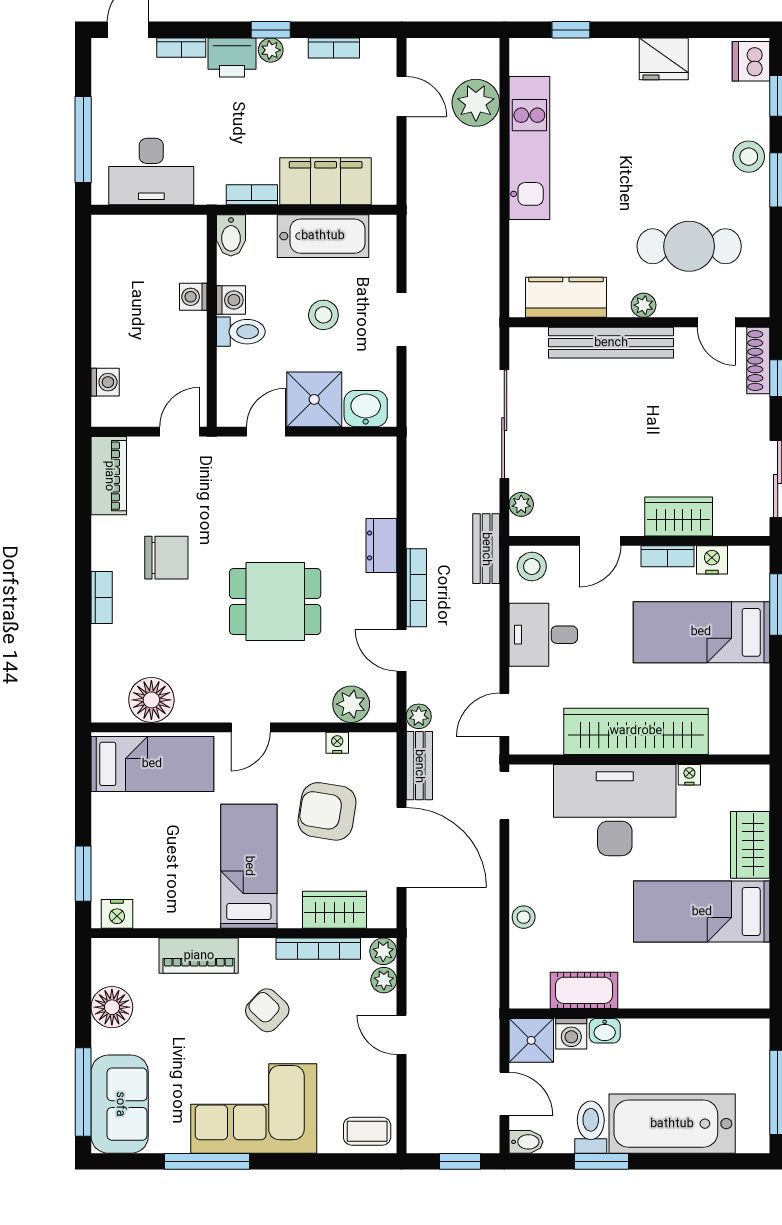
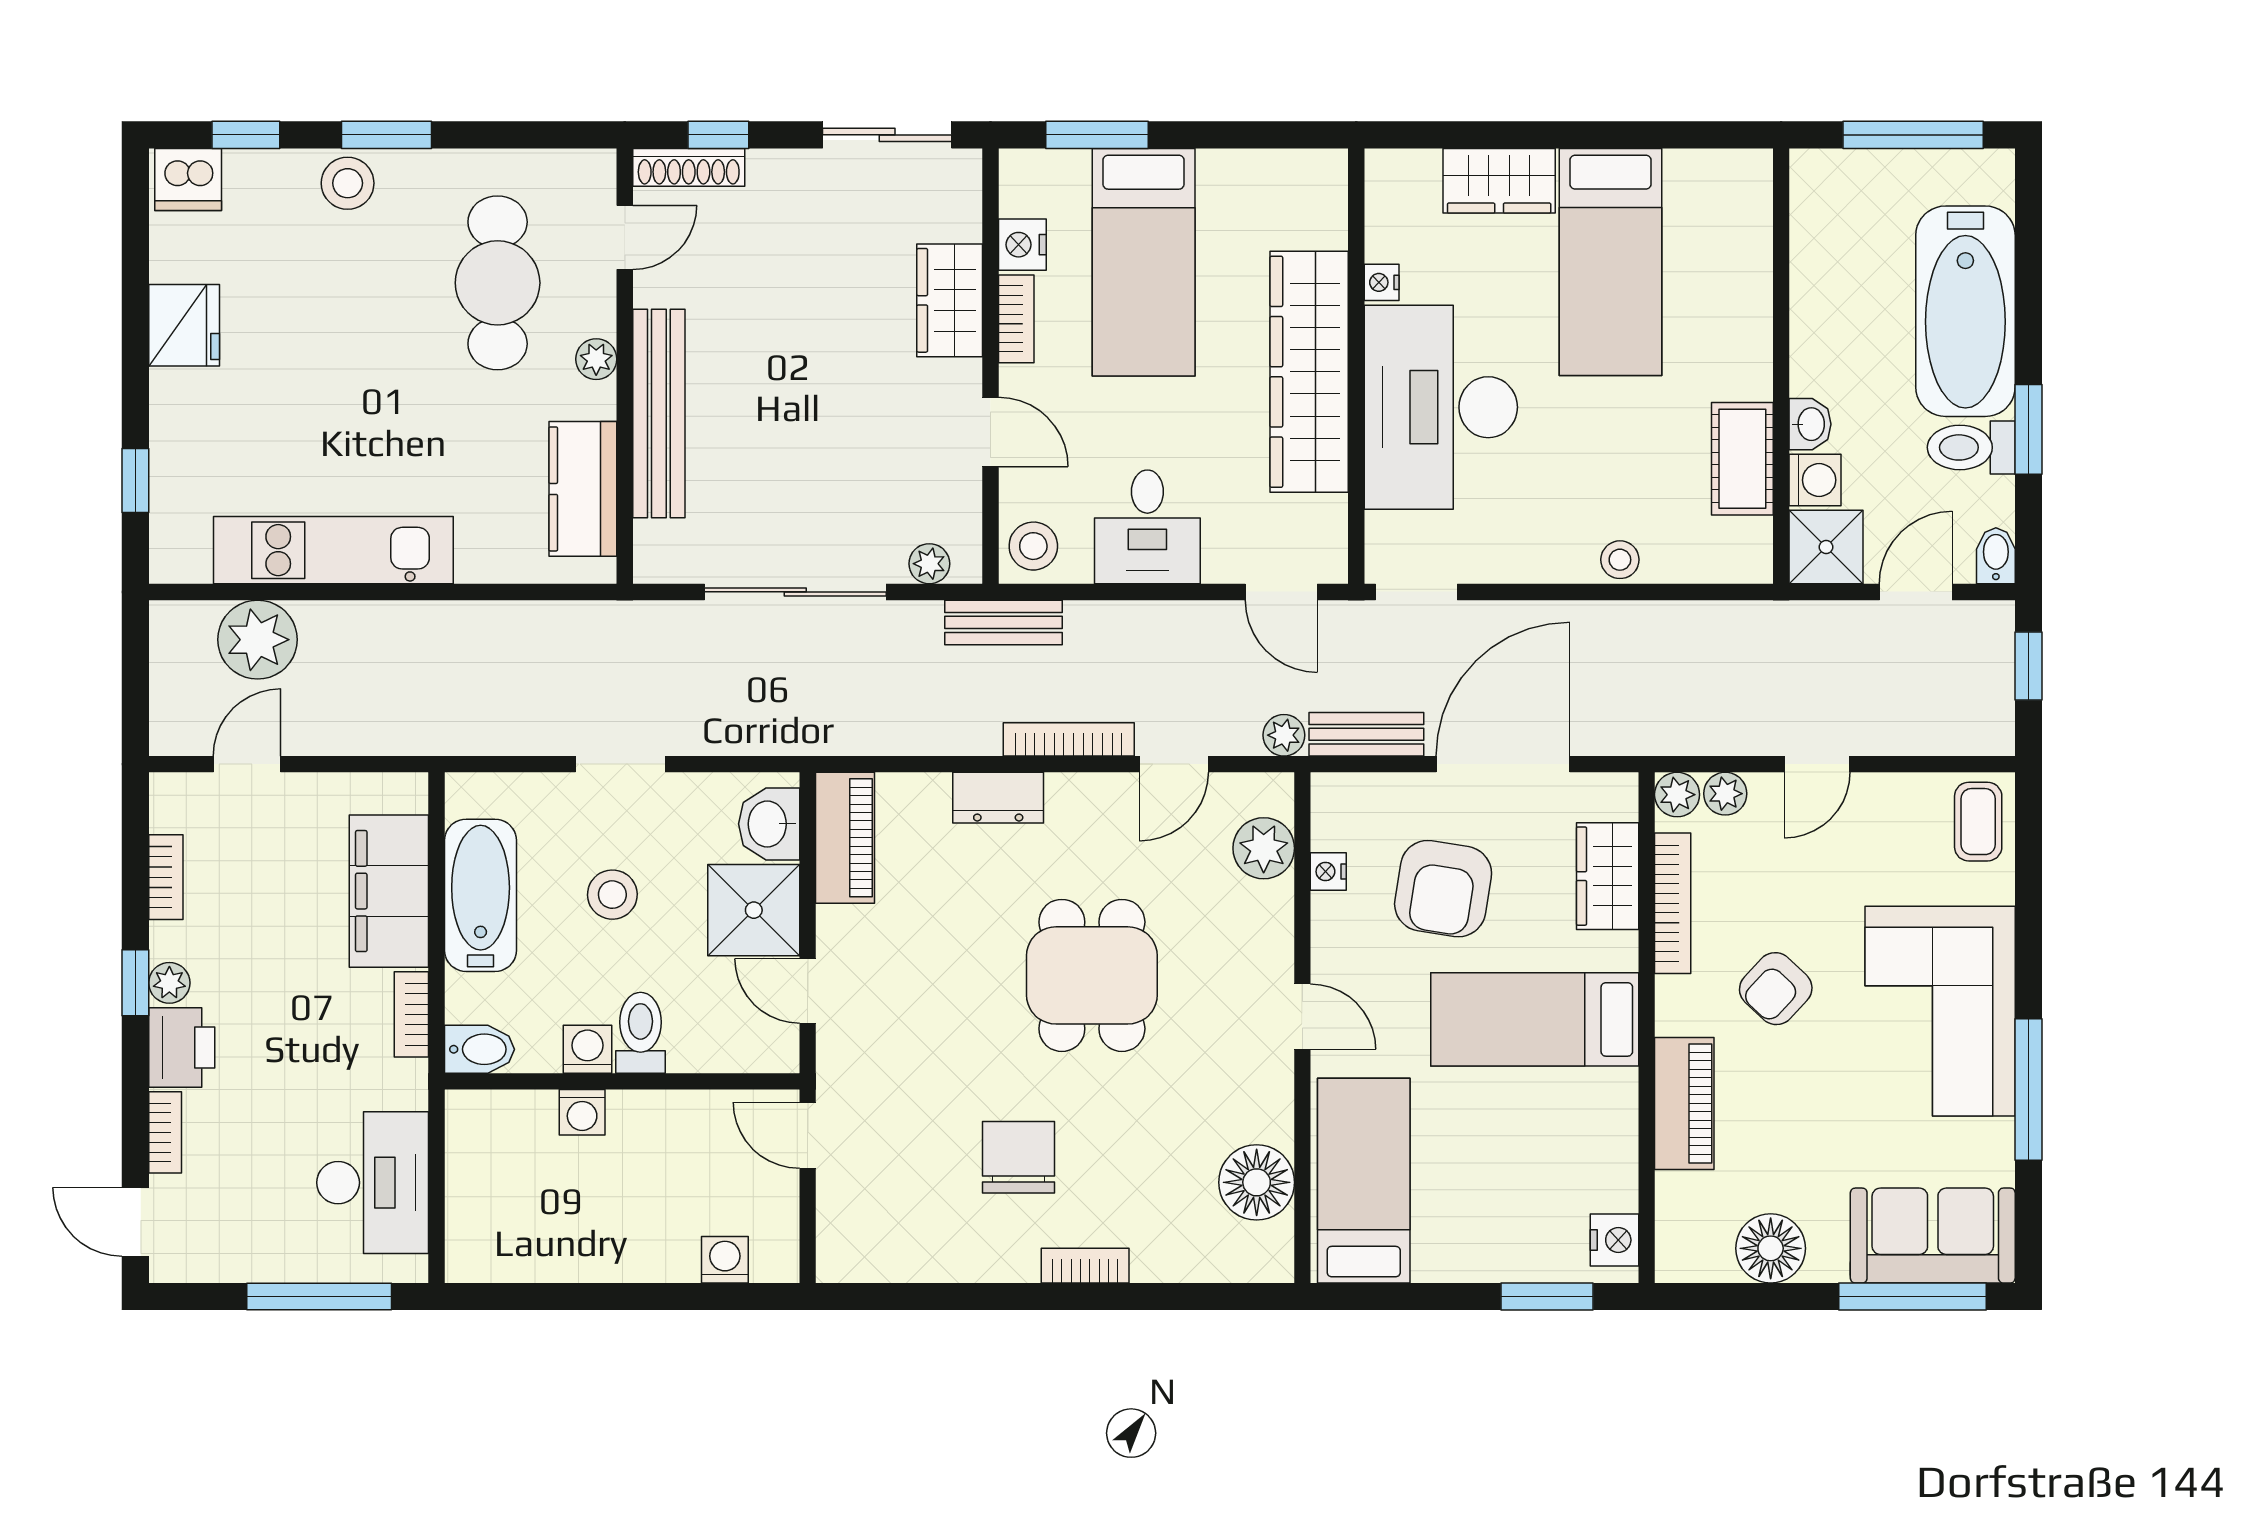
piano: (109, 476) -> (845, 838), moved, turned 90

